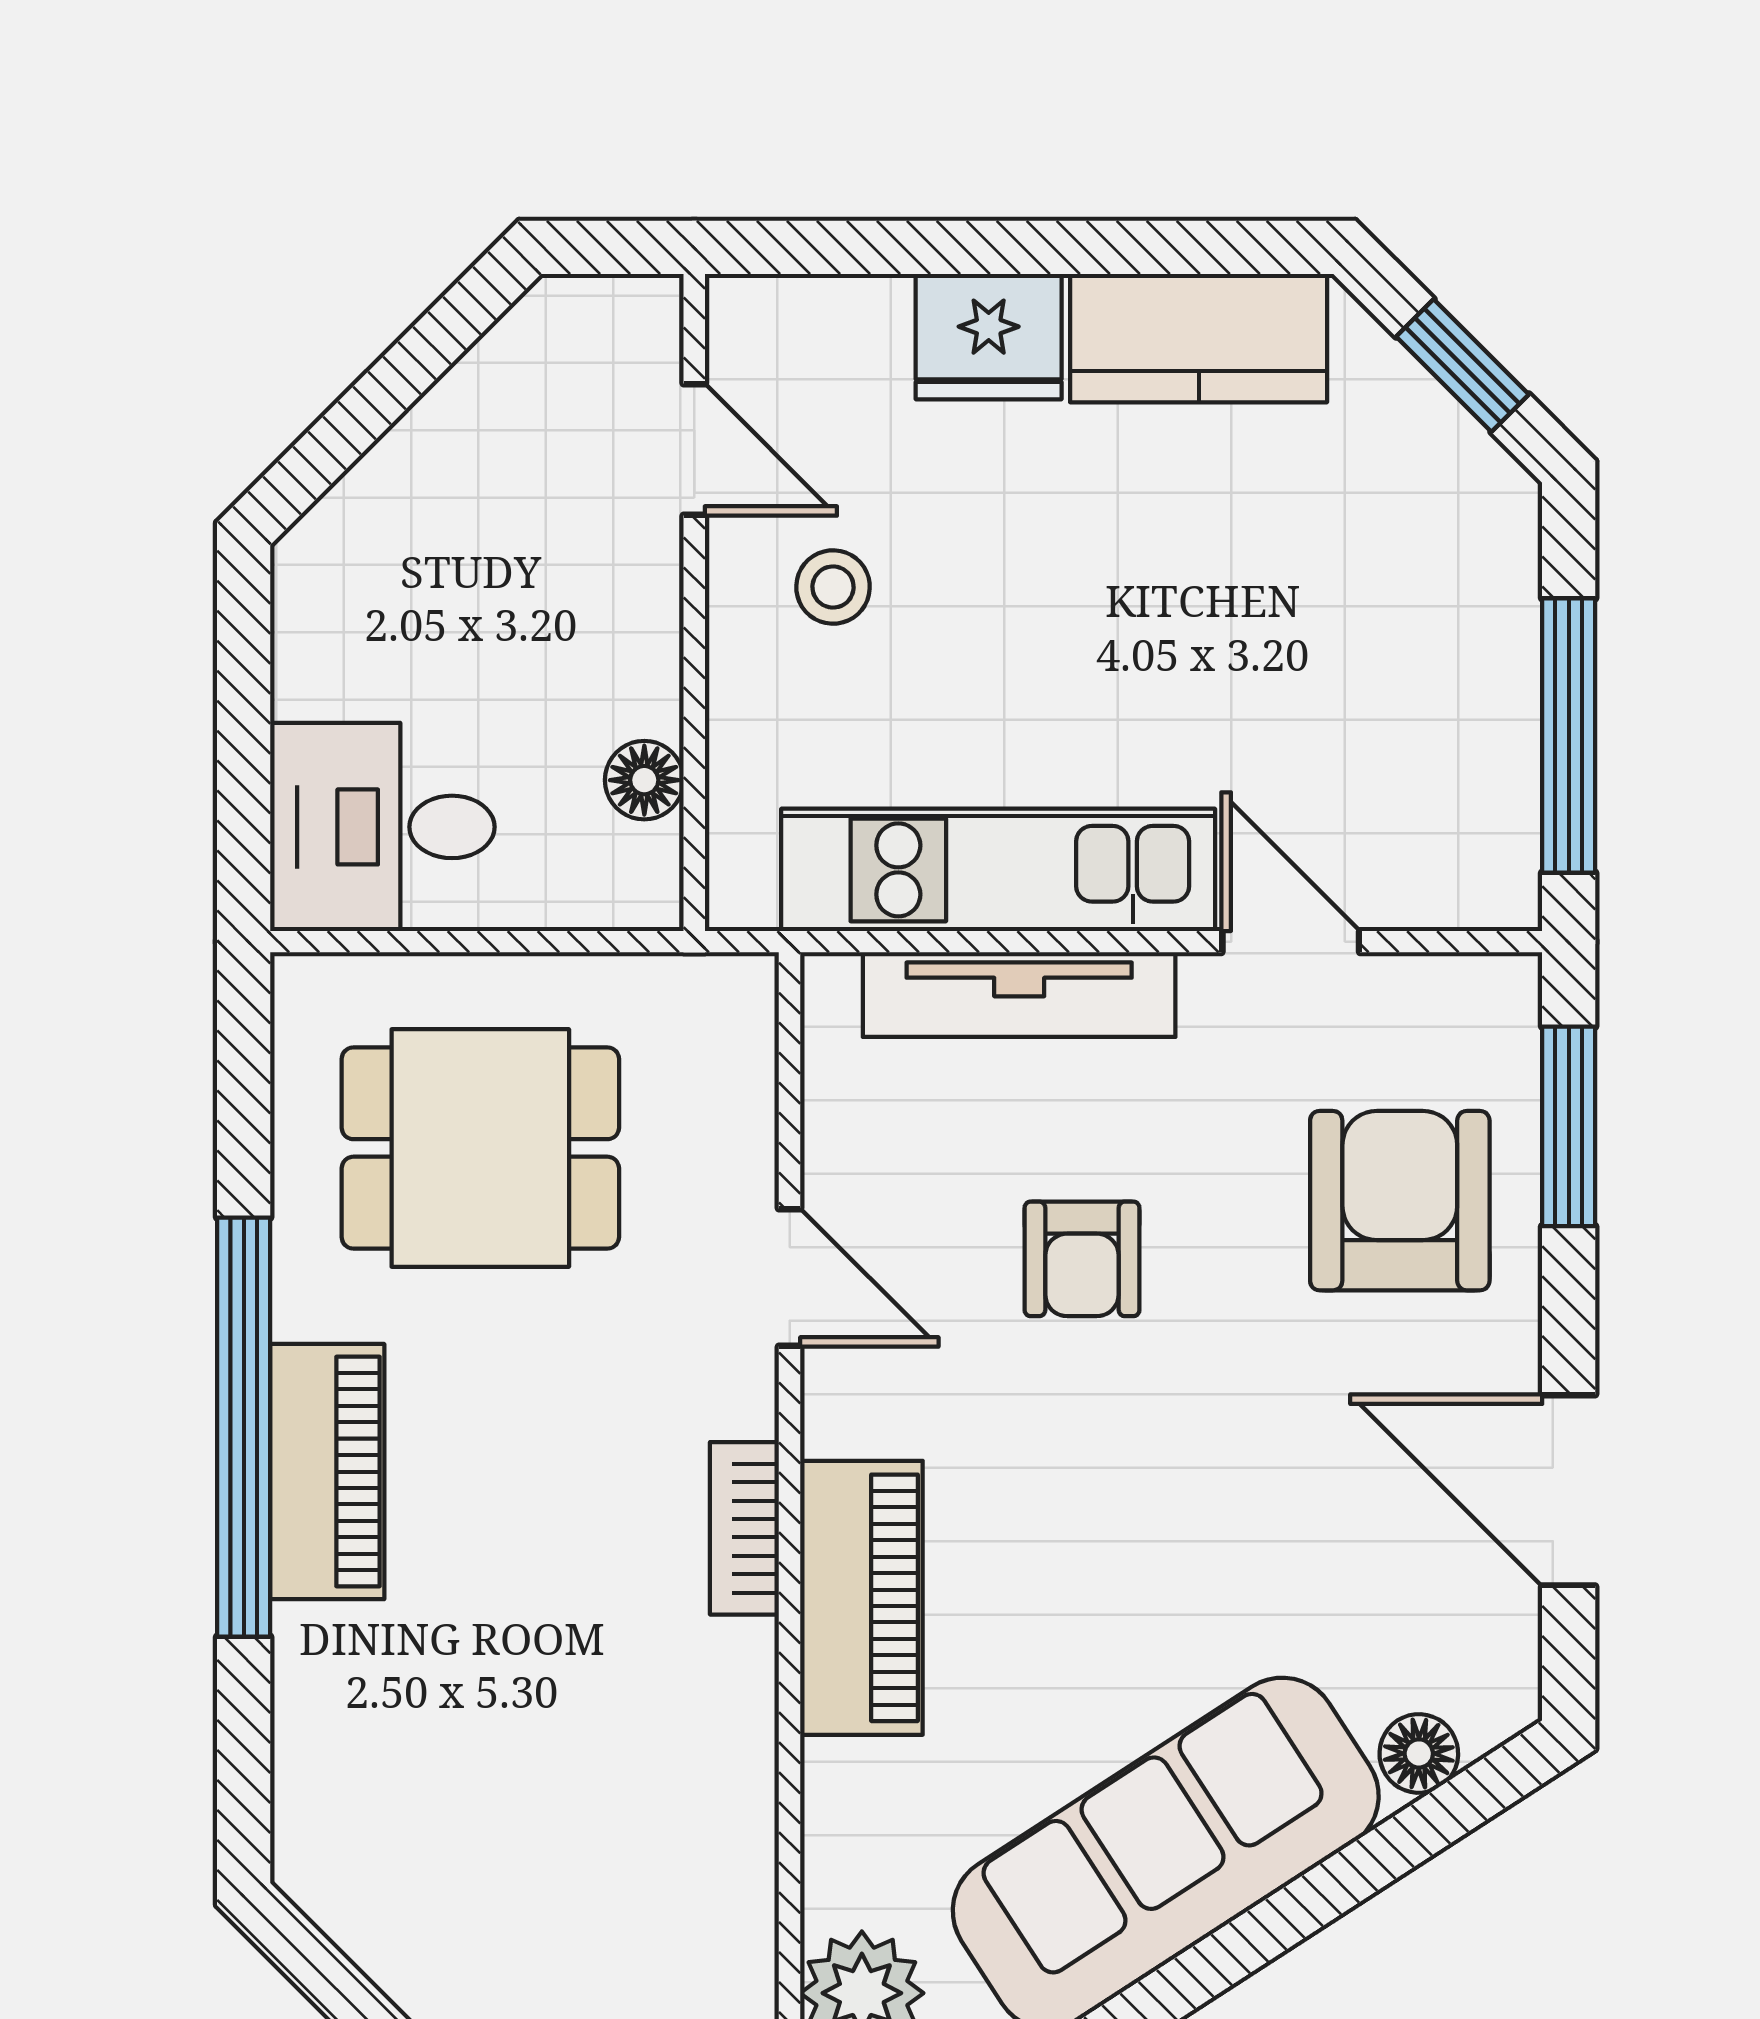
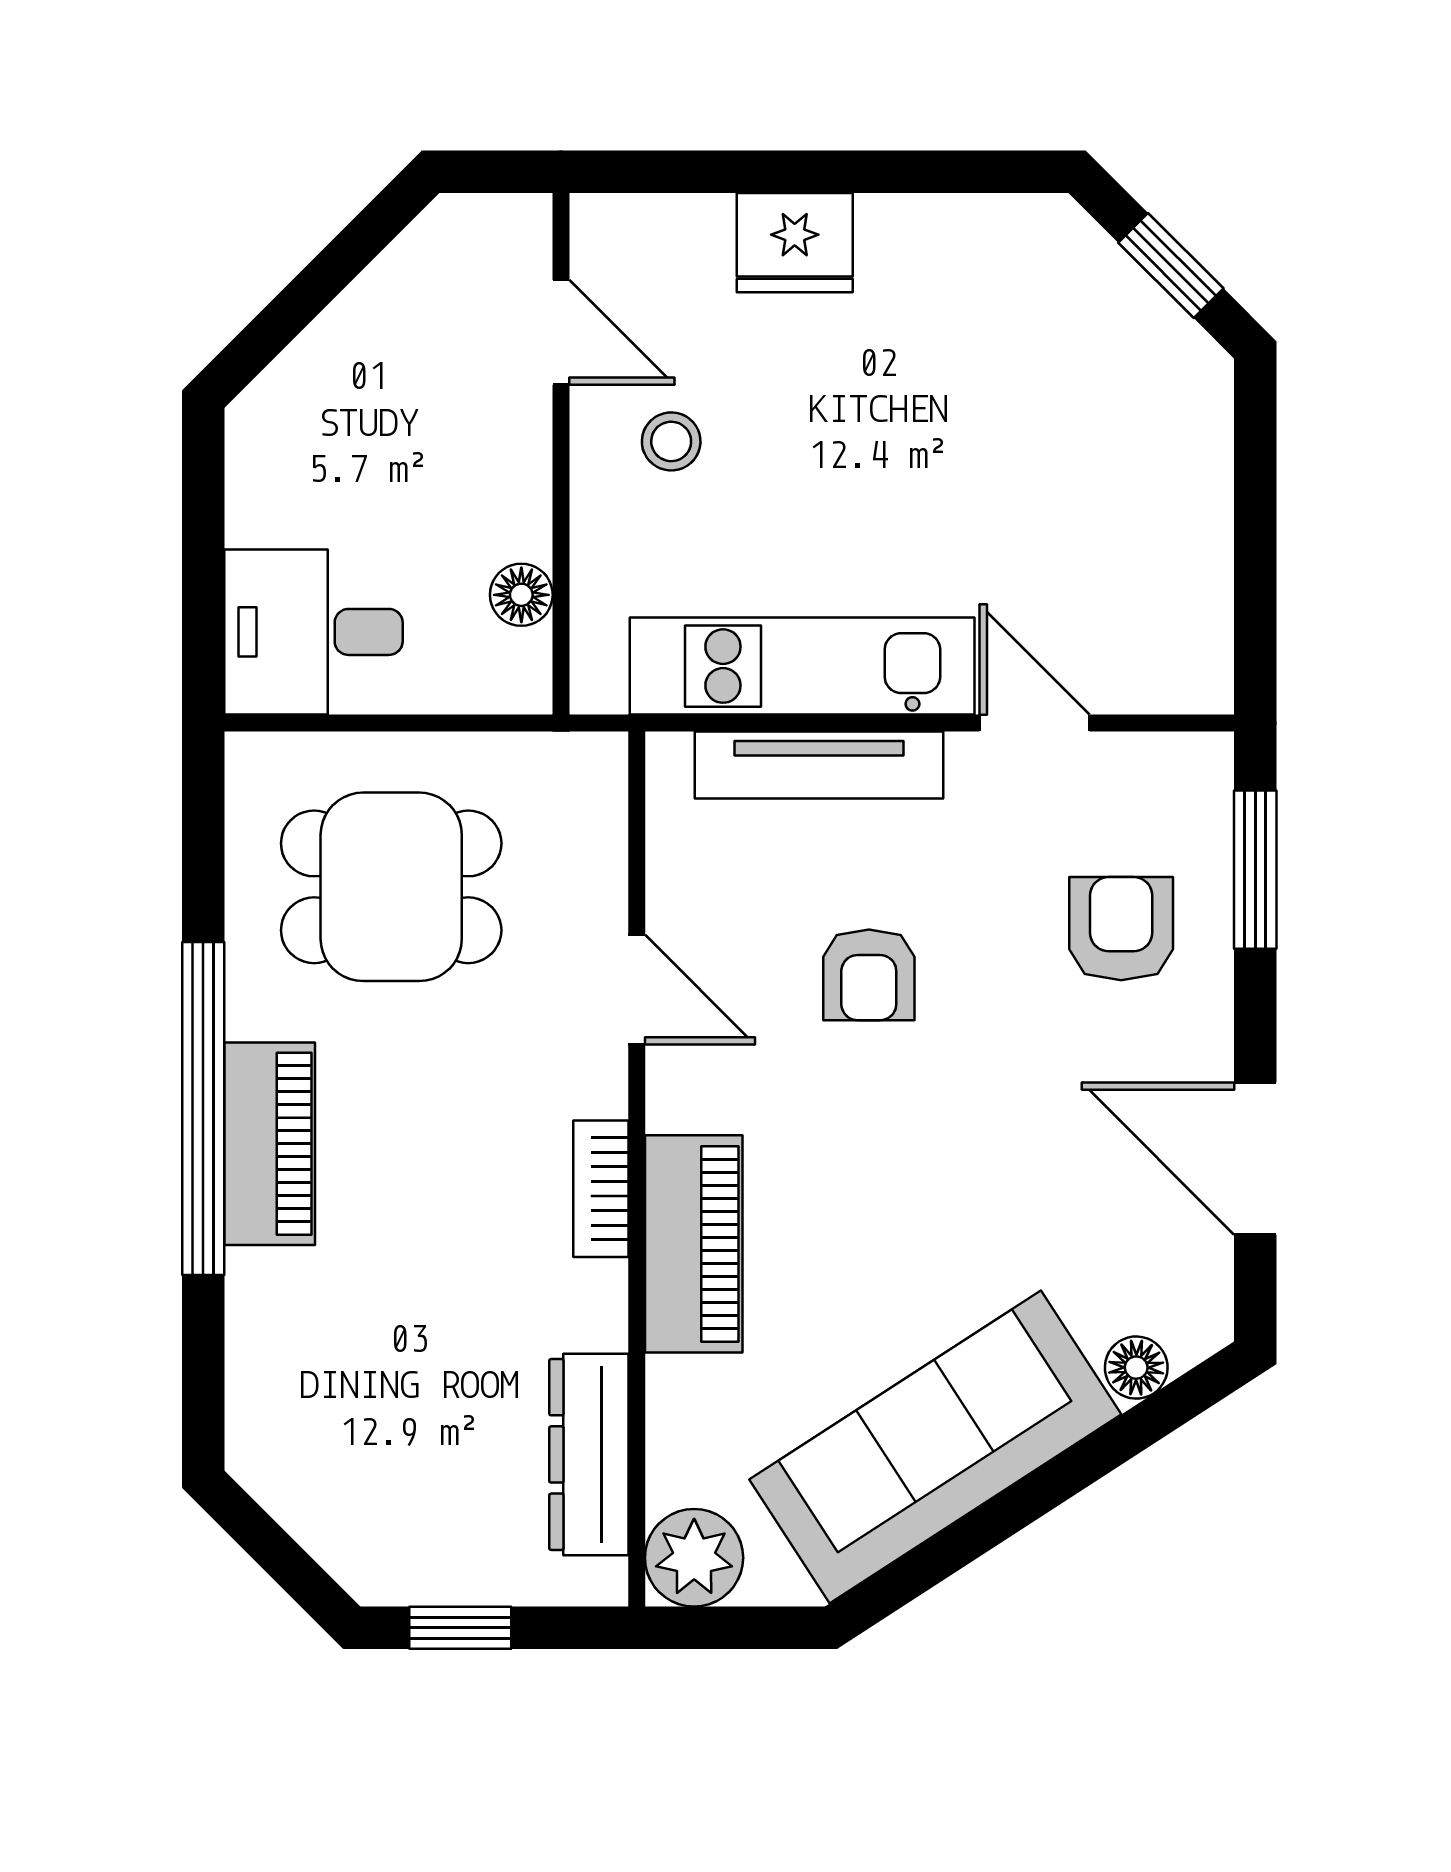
kitchen counter: (1199, 338) -> (961, 244), removed
window: (1569, 735) -> (1255, 559), removed
armchair: (1400, 1201) -> (1121, 929), width x0.72, depth x0.72
dresser: (729, 1863) -> (589, 1454), added

